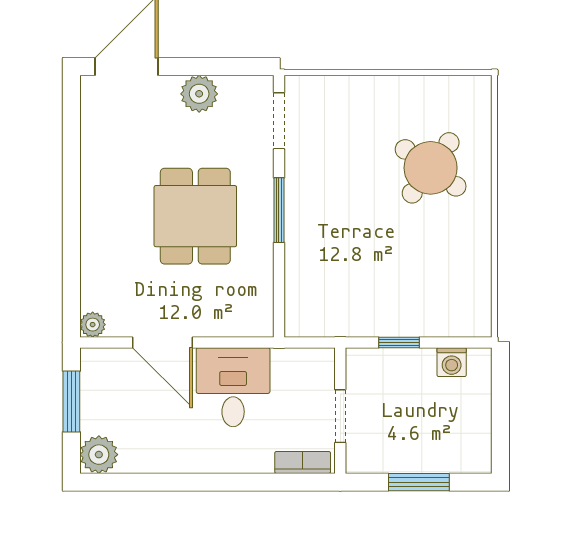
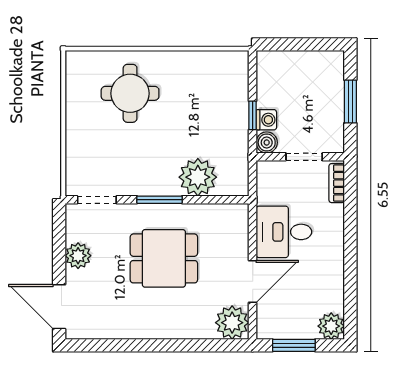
round table: (431, 168) -> (130, 93), turned -36
plant: (311, 265) -> (198, 177), added
plant: (93, 325) -> (232, 323), width x1.88, depth x1.88
washing machine: (452, 362) -> (266, 120), moved
boiler: (360, 363) -> (267, 143), added

